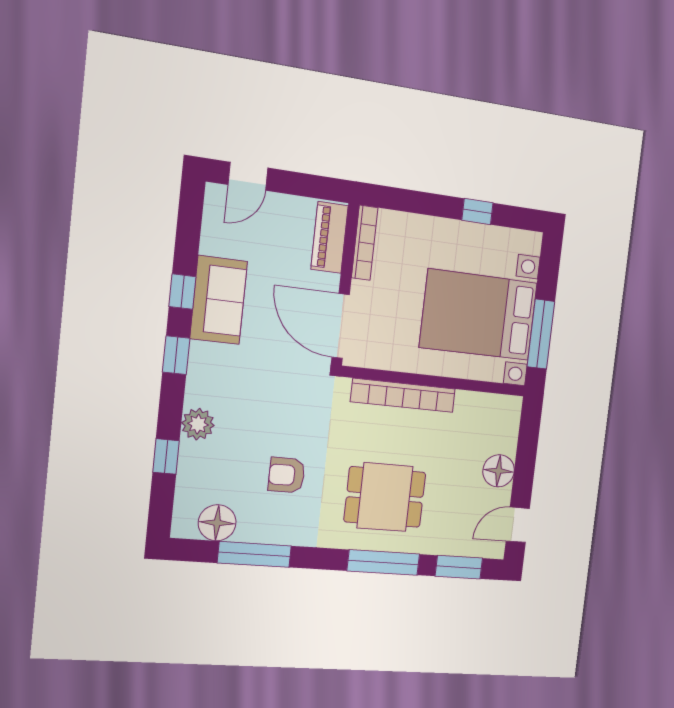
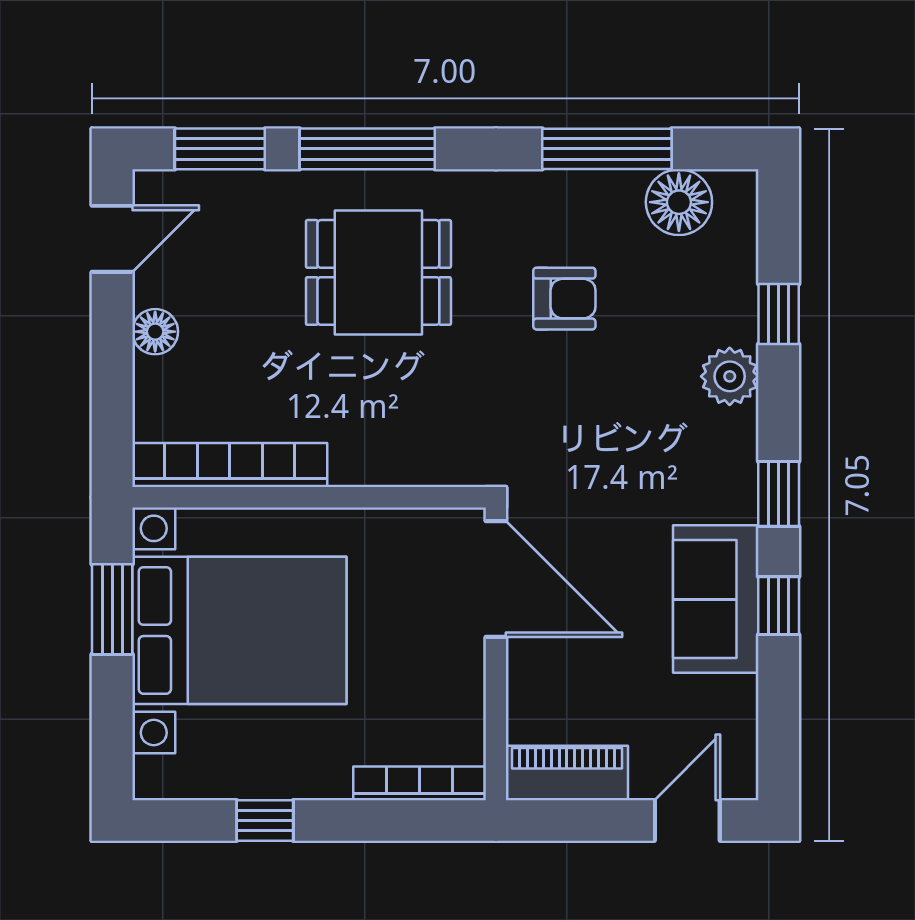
piano: (330, 237) -> (567, 773), moved, turned -90
bookcase: (365, 243) -> (420, 783), moved, turned 90
window: (541, 334) -> (112, 609), width x0.69
bookcase: (403, 395) -> (230, 465), moved
floor lamp: (499, 471) -> (155, 332), width x0.73, depth x0.73

